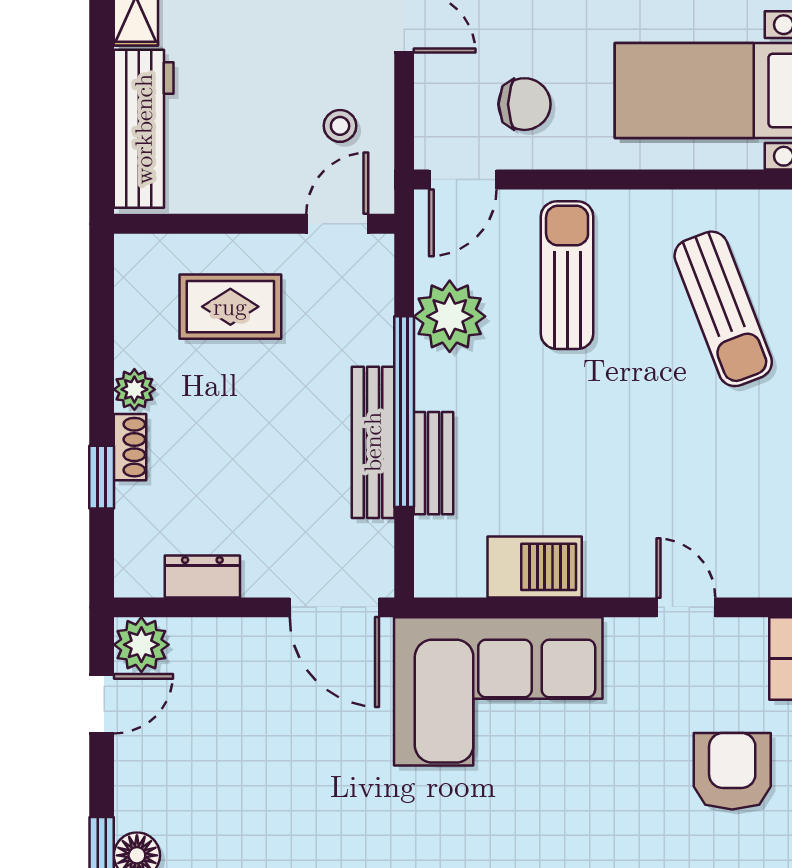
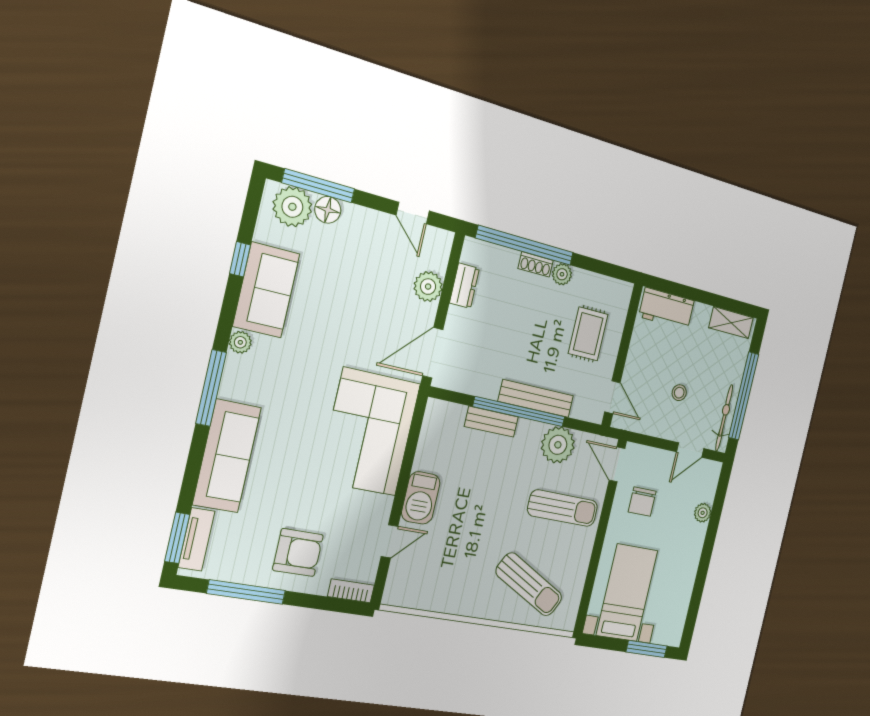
stool: (340, 126) -> (679, 393), moved
workbench: (144, 129) -> (667, 309), width x0.73
sun lounger: (723, 309) -> (529, 584), turned -131
bench: (373, 442) -> (536, 399), moved
window: (102, 477) -> (525, 245), width x3.17
barbecue: (535, 567) -> (421, 498), moved
plant: (141, 645) -> (428, 287), moved

